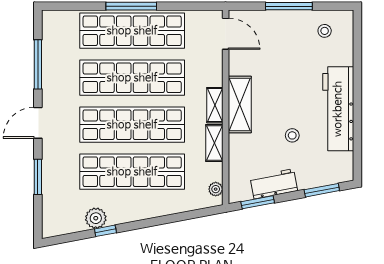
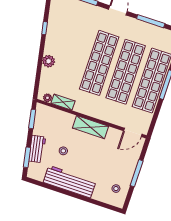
shelving: (215, 105) -> (95, 113), removed
shelving: (214, 143) -> (63, 102), moved
shop shelf: (132, 172) -> (73, 54), removed
workbench: (274, 184) -> (37, 149), moved
plant: (96, 218) -> (49, 61), moved

